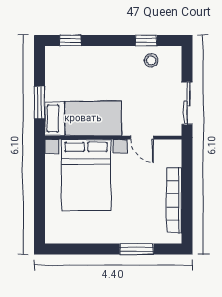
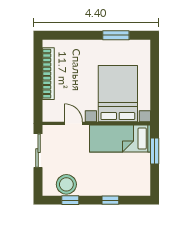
window: (70, 40) -> (110, 200), moved
stool: (151, 60) -> (66, 184), width x1.89, depth x1.89
window: (137, 249) -> (116, 35), moved

